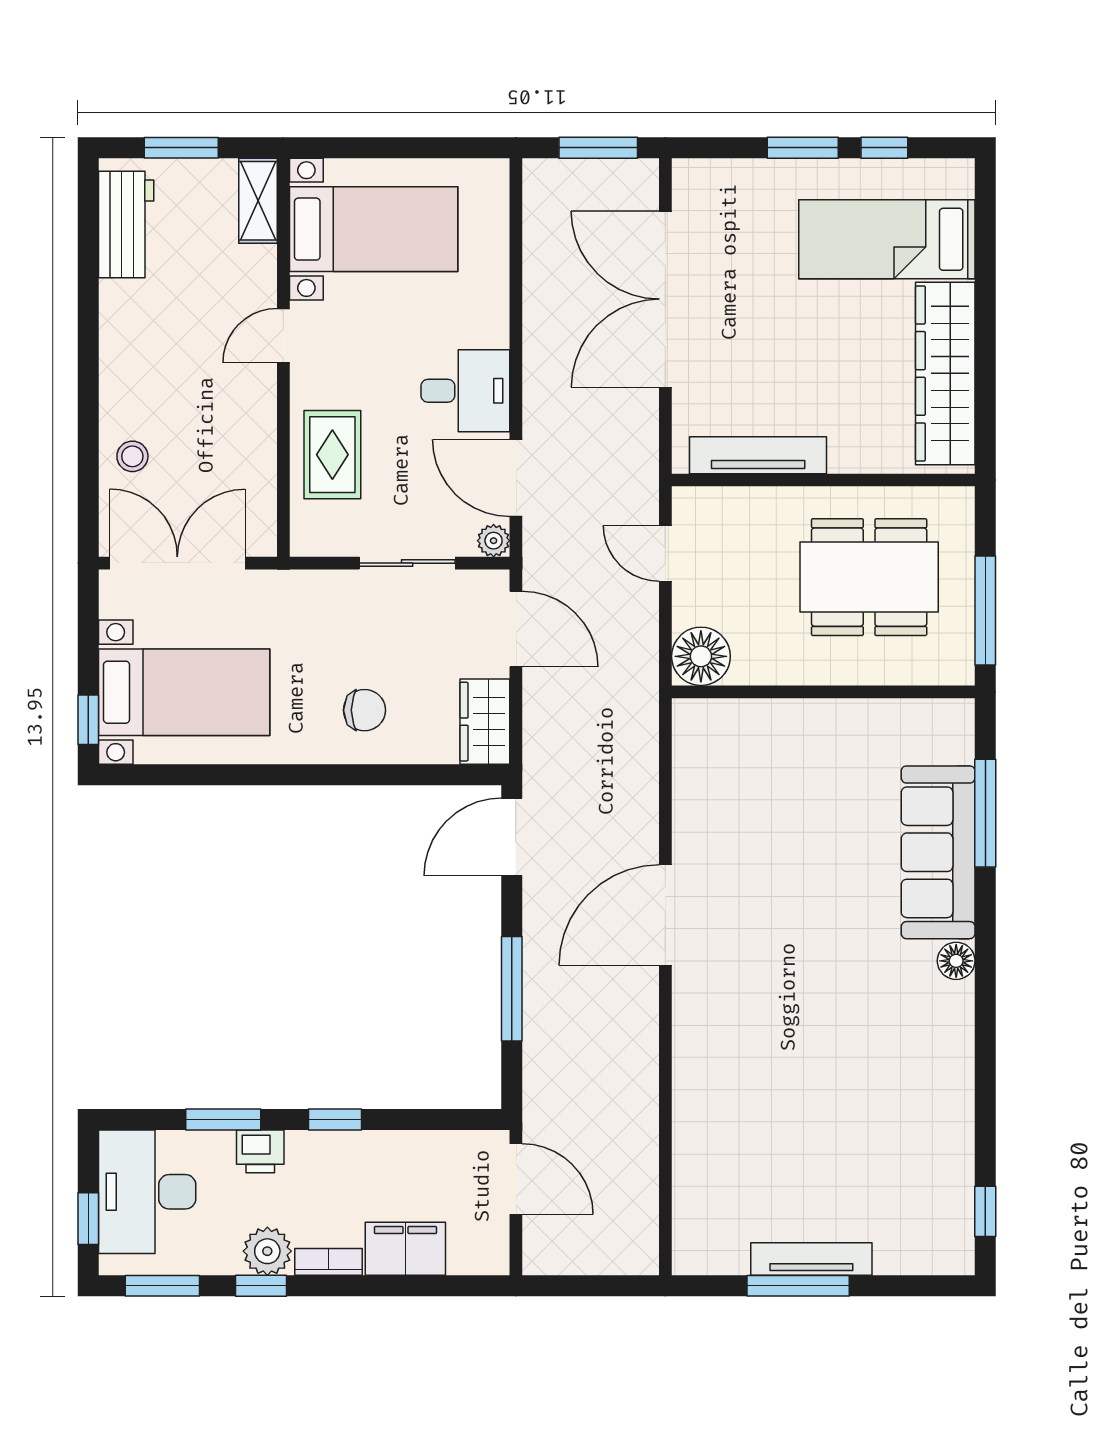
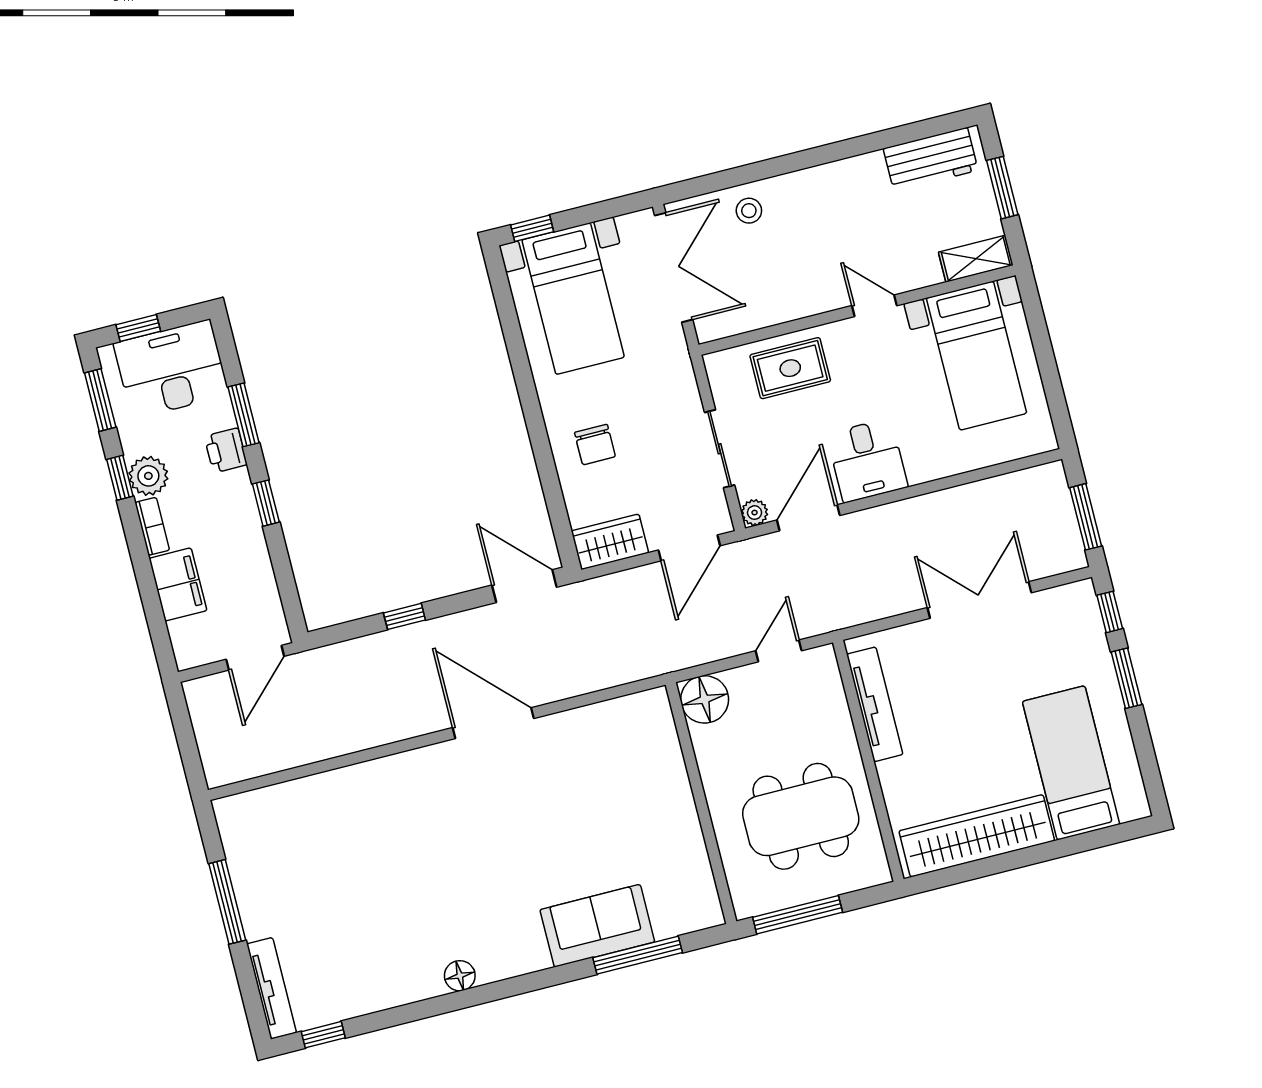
window: (884, 148) -> (1110, 612), moved
double door: (665, 299) -> (979, 600), width x0.73
dining table: (869, 577) -> (801, 816), turned 90
sofa: (938, 852) -> (597, 926), width x0.73
floor lamp: (956, 961) -> (460, 976), moved
window: (512, 989) -> (404, 616), width x0.46
tv unit: (811, 1259) -> (272, 988), moved

